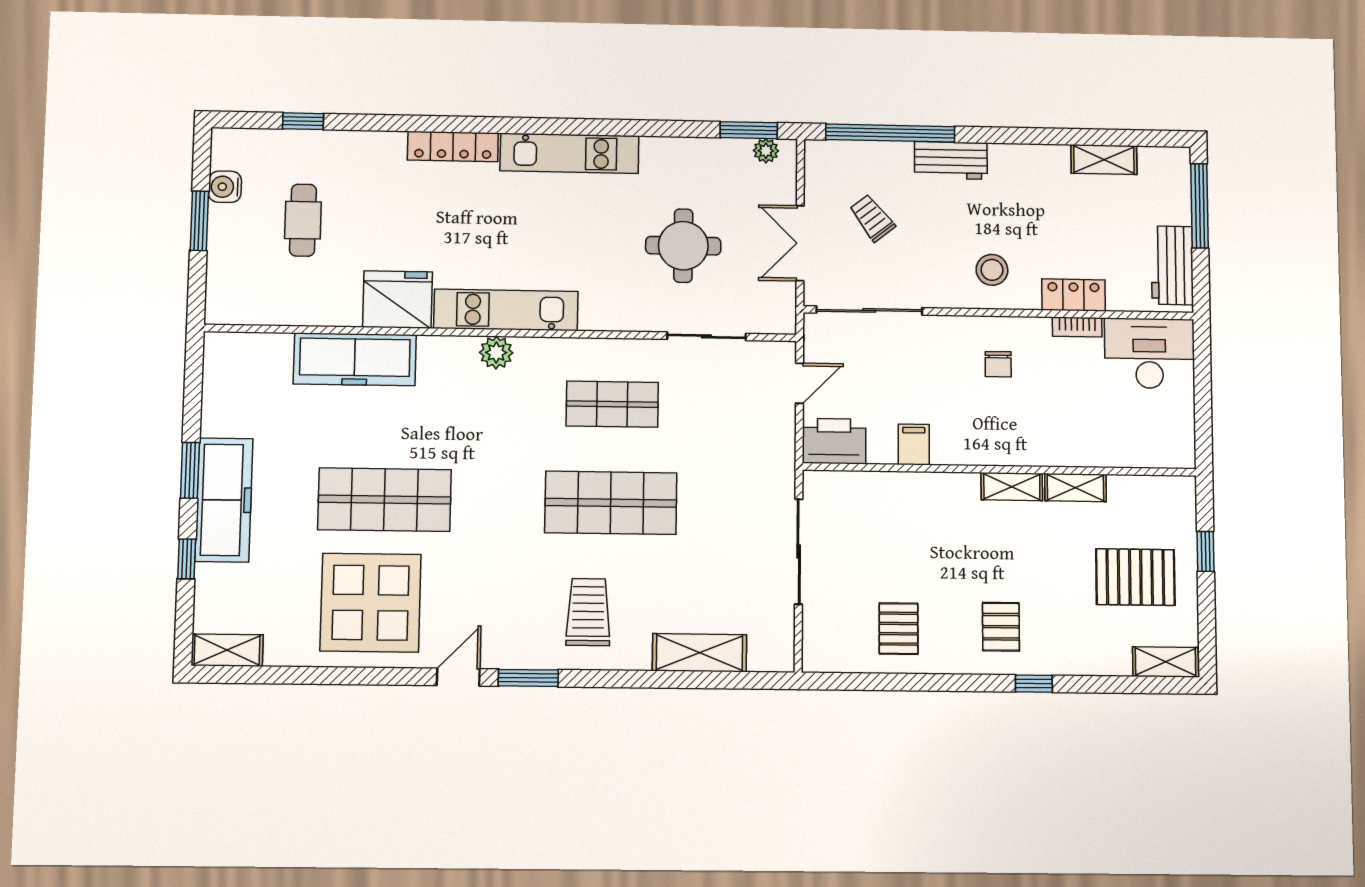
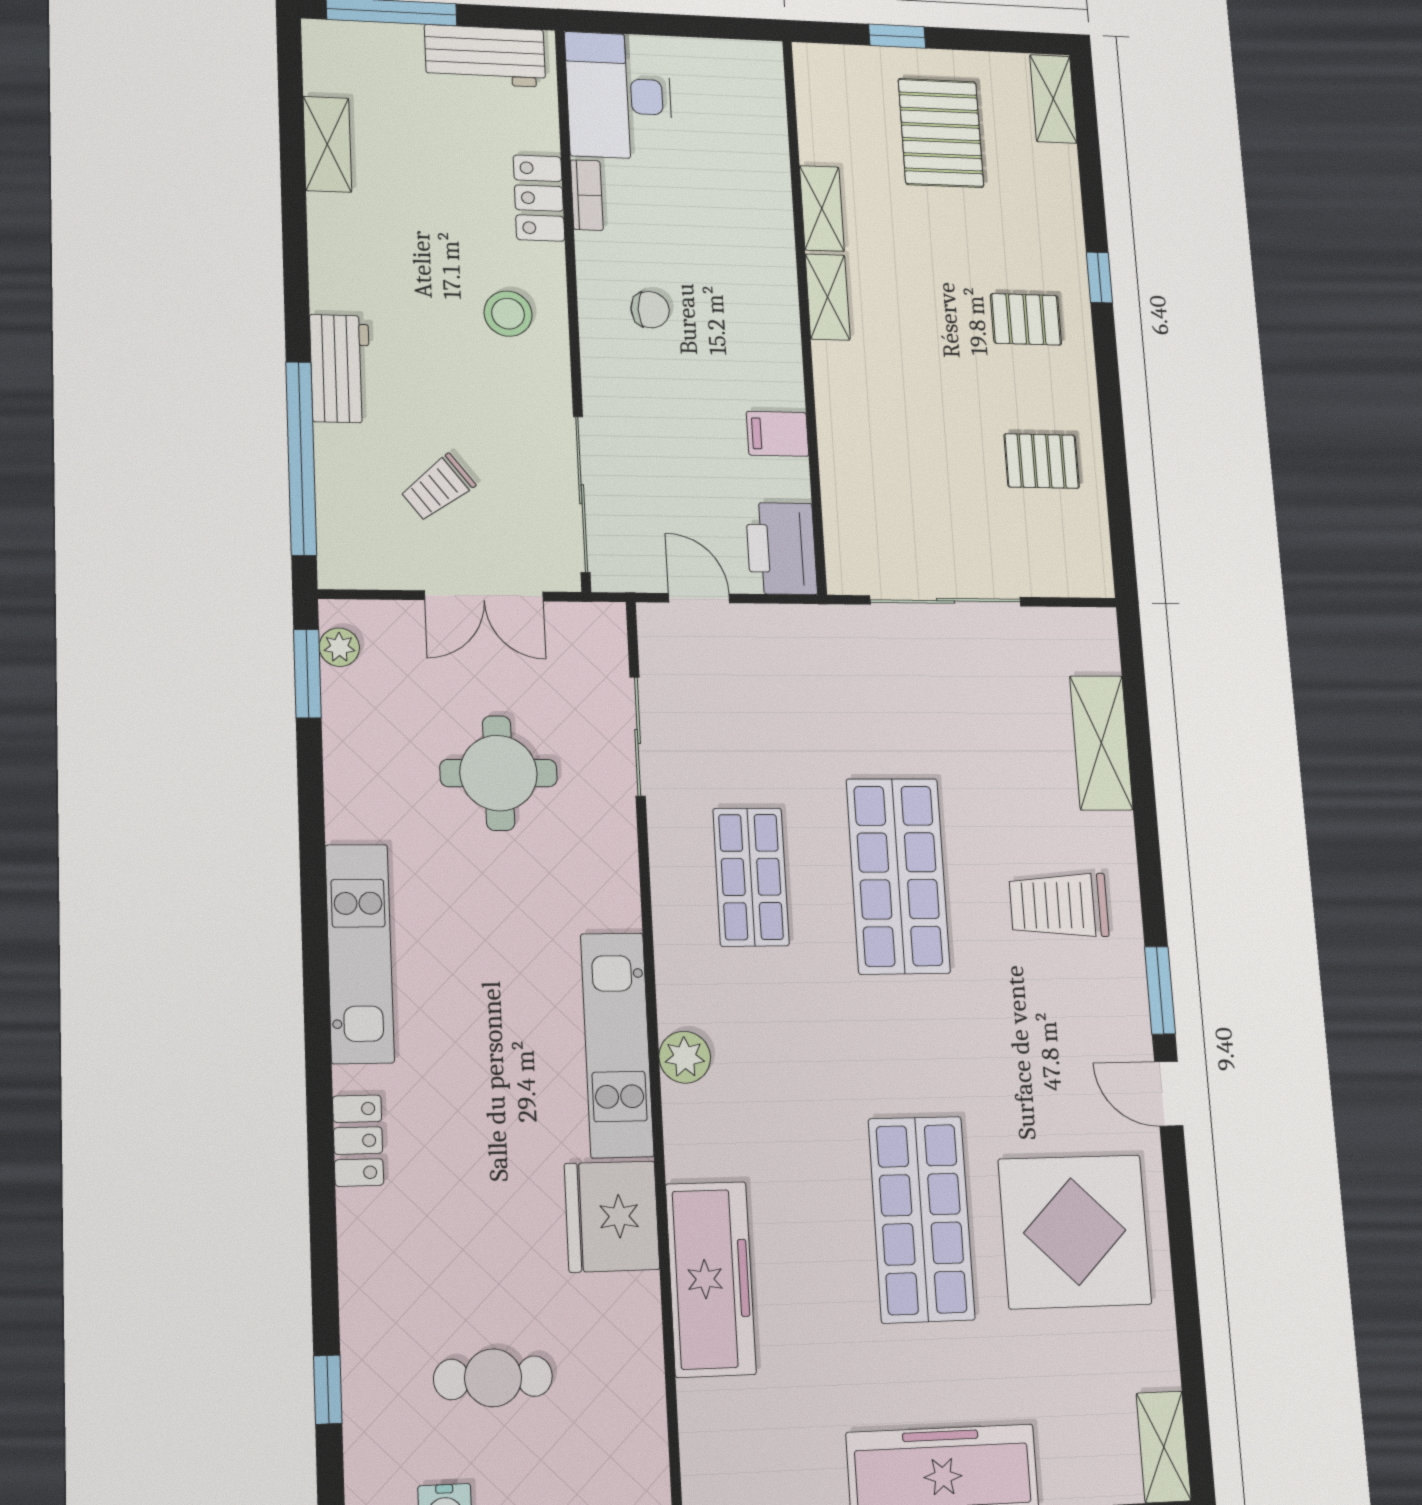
locker: (453, 147) -> (358, 1141), width x0.66

